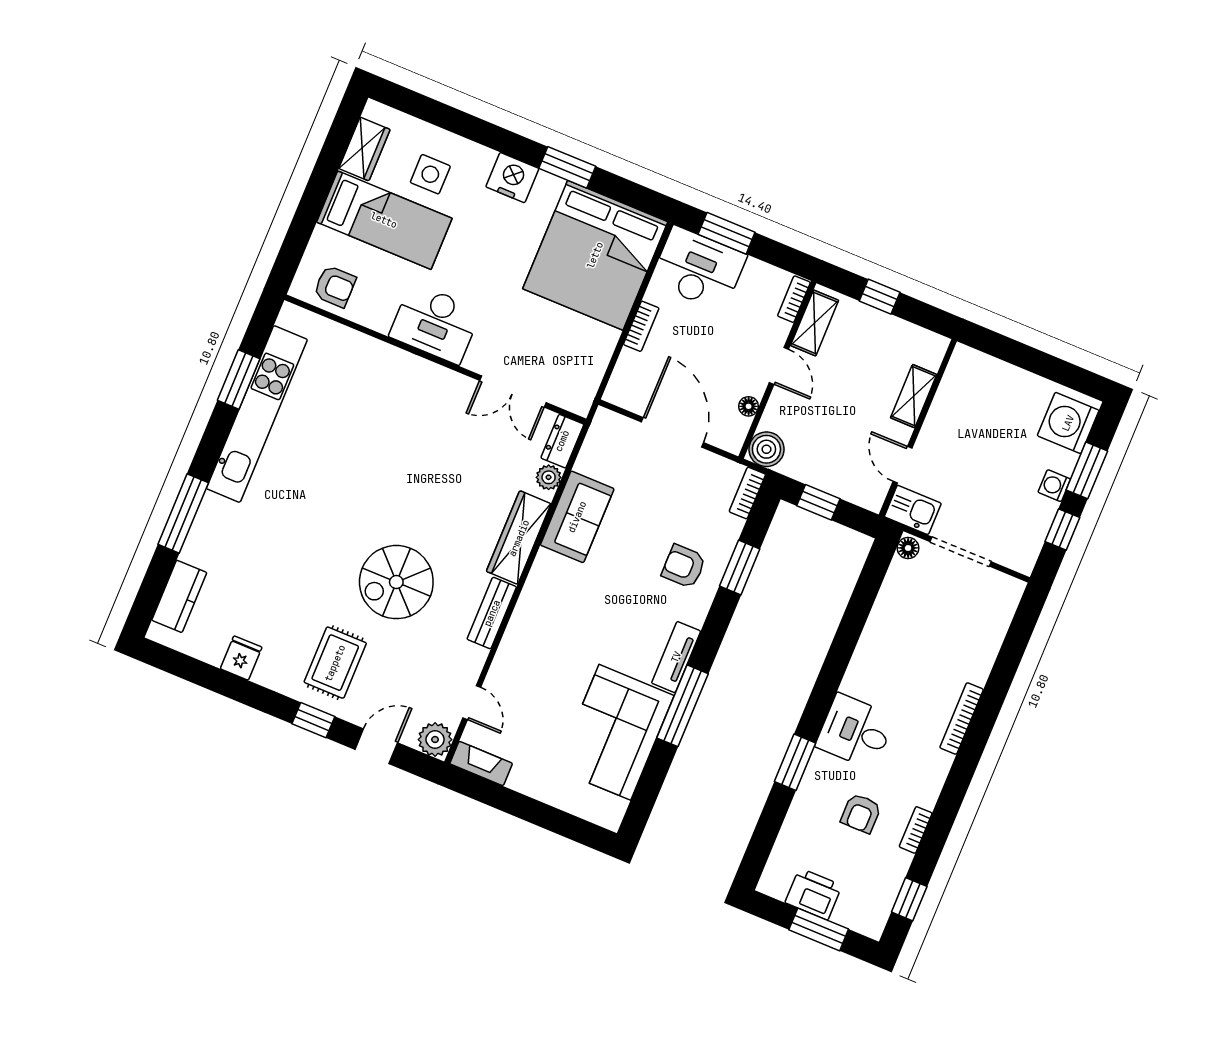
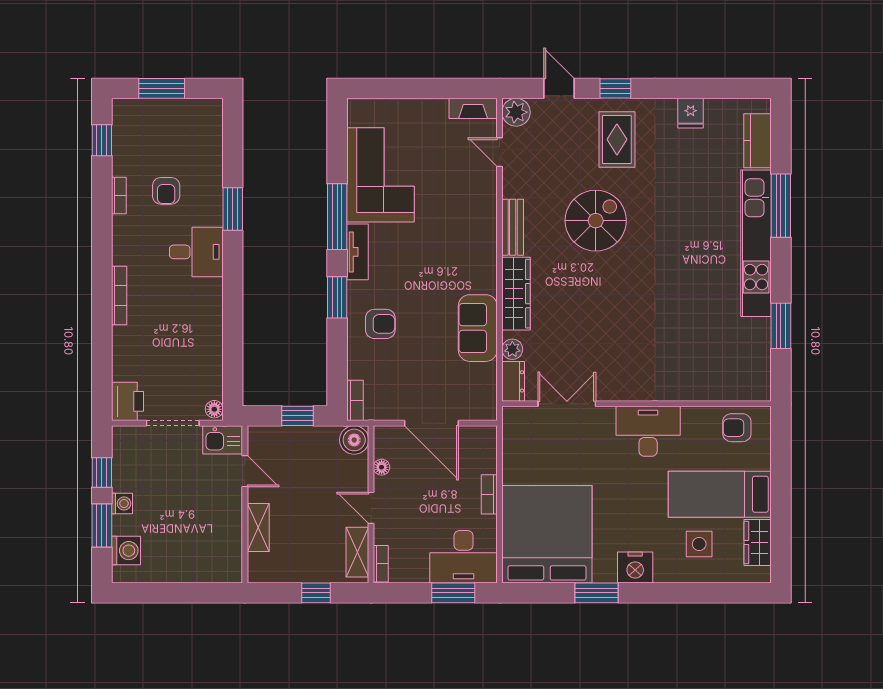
kitchen unit: (257, 414) -> (756, 243), moved
washing machine: (1068, 423) -> (126, 551), width x0.73, depth x0.73
window: (740, 568) -> (337, 297), moved
door: (376, 746) -> (559, 88), swing flipped
armchair: (861, 813) -> (166, 191), turned 180
printer: (814, 894) -> (127, 401), moved, turned -90

